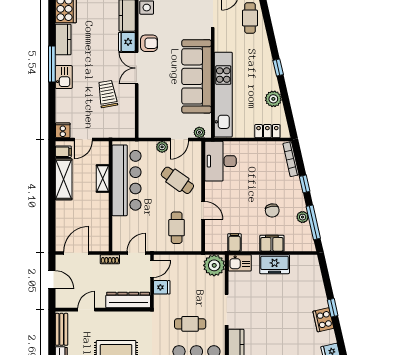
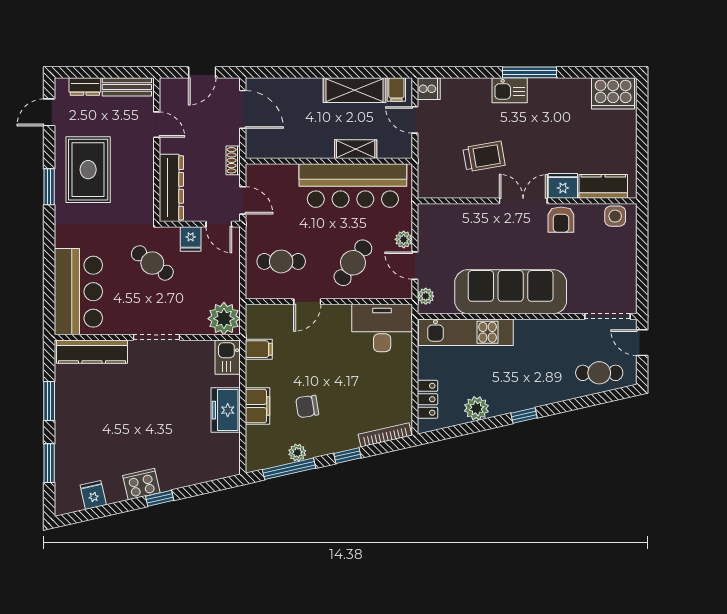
kitchen counter: (63, 40) -> (567, 89), removed
kitchen unit: (223, 95) -> (466, 332), width x0.73
cafe table: (190, 324) -> (152, 263), moved, turned -54

